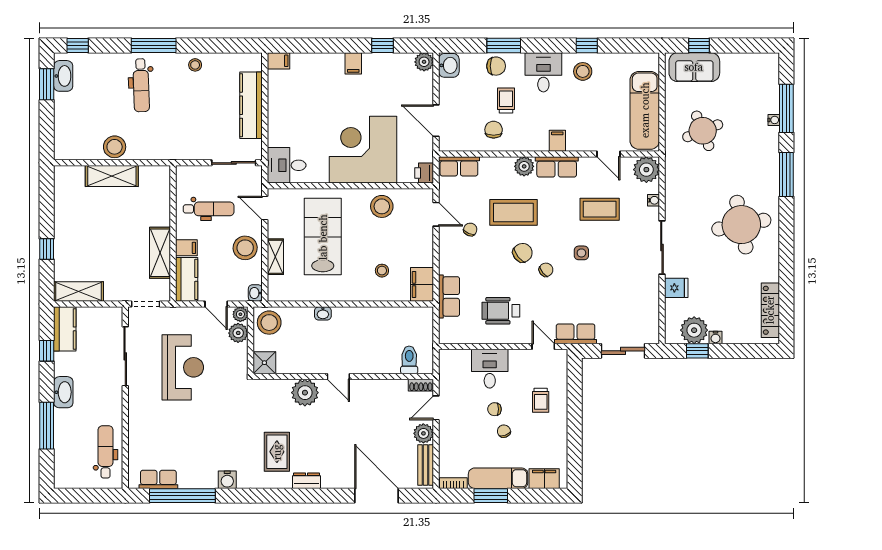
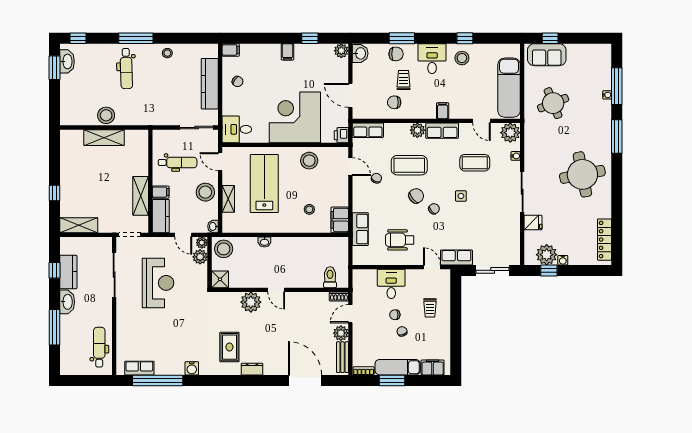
chair: (288, 102) -> (238, 81), added
chair: (494, 130) -> (394, 102), turned -90
kitchen counter: (65, 329) -> (68, 272), moved

